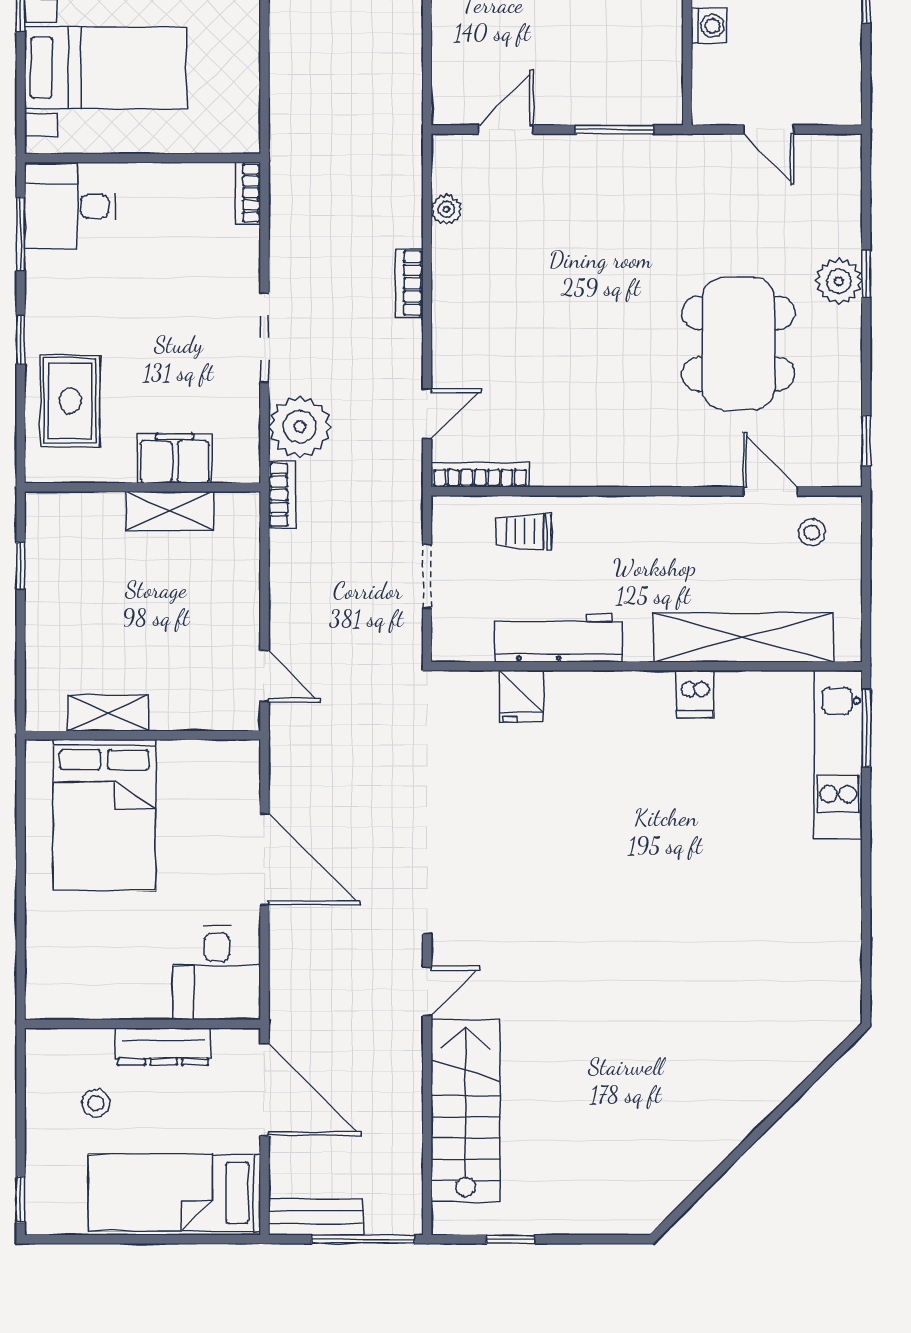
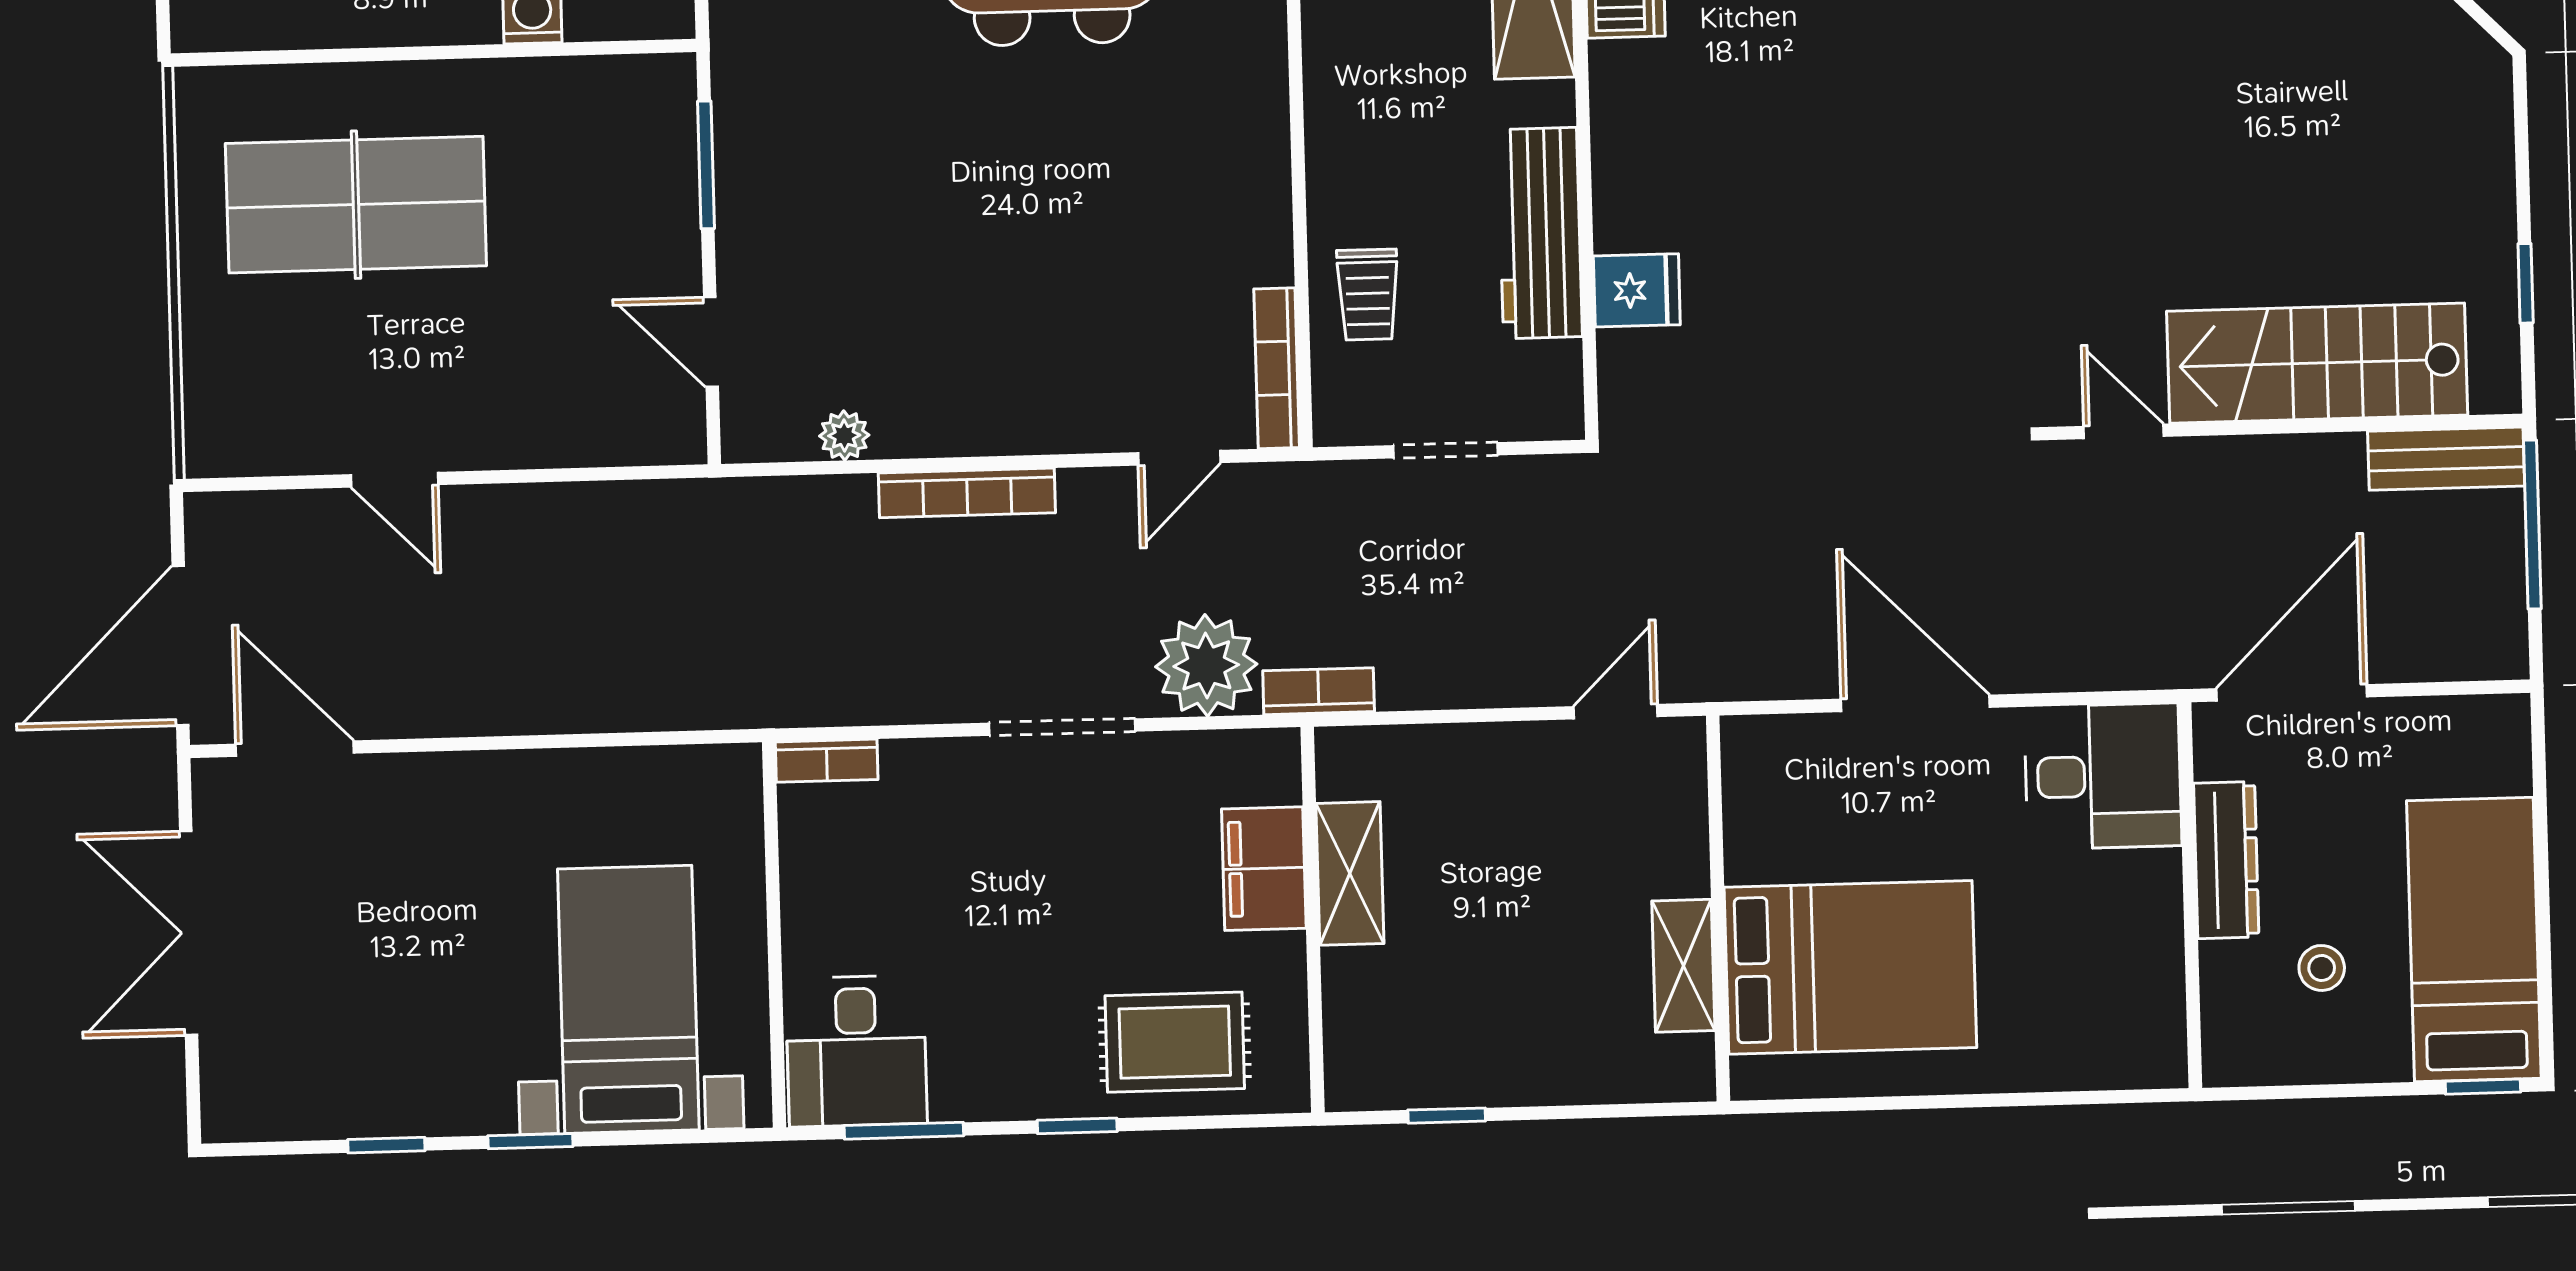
bookcase: (409, 283) -> (967, 493), width x1.56
door: (427, 414) -> (1179, 458), swing flipped
door: (264, 859) -> (1915, 703), hinge flipped
bed: (174, 1193) -> (2474, 940), moved, turned 180
bench: (316, 1217) -> (2446, 459), moved, turned 90

